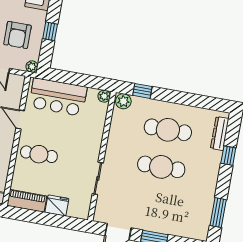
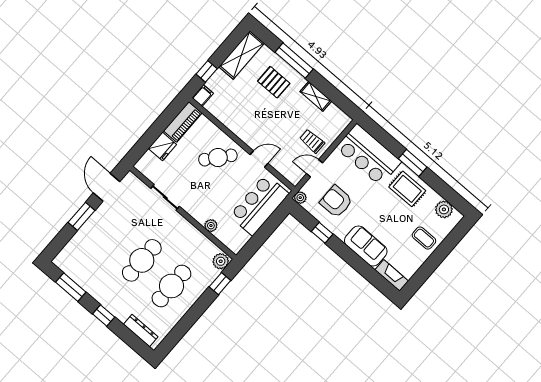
plant: (104, 96) -> (211, 226), moved
cafe table: (39, 154) -> (218, 158), turned 40
window: (228, 156) -> (104, 316), moved

